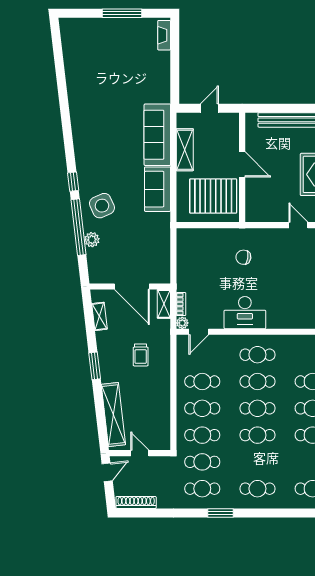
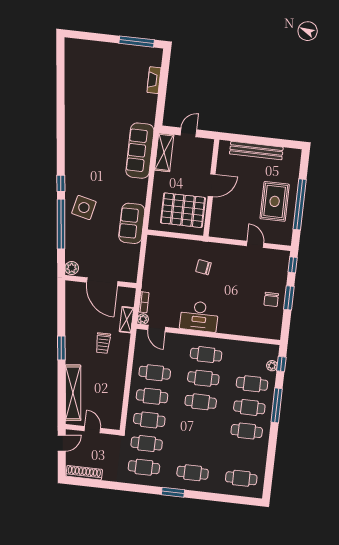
window: (122, 13) -> (137, 42), moved
fireplace: (164, 35) -> (154, 80), moved
shelving: (185, 150) -> (164, 152), moved
door: (242, 164) -> (212, 185), hinge flipped
sofa: (158, 189) -> (132, 223), moved
side table: (102, 206) -> (84, 208), turned 37
plant: (92, 240) -> (72, 268), moved
shelving: (164, 304) -> (127, 320), moved
shelving: (99, 316) -> (71, 305), removed
door: (199, 332) -> (157, 329), hinge flipped
cafe table: (257, 435) -> (198, 425), removed
window: (221, 513) -> (173, 492), moved

